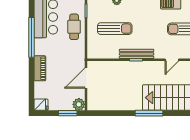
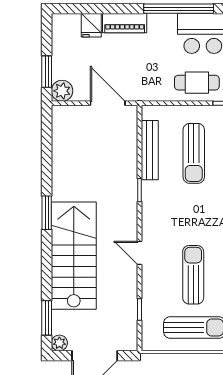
bench: (137, 54) -> (150, 150), moved
fridge: (41, 105) -> (91, 25), moved
window: (149, 113) -> (47, 213), width x0.69

